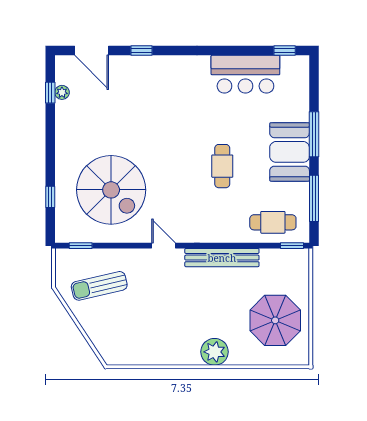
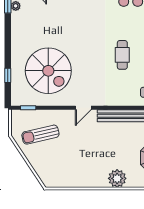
door: (163, 246) -> (83, 108), swing flipped

